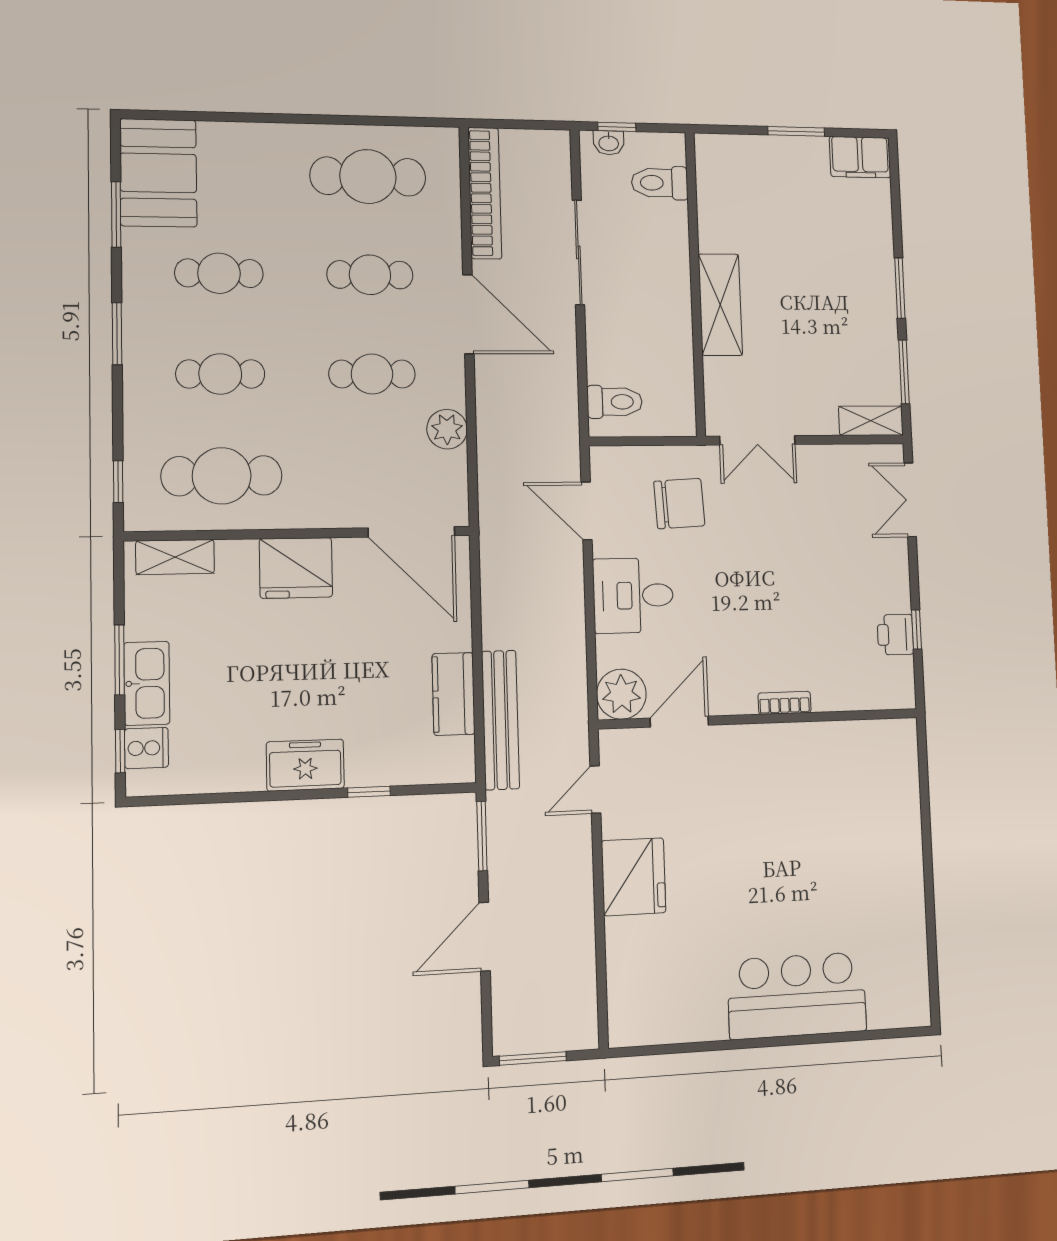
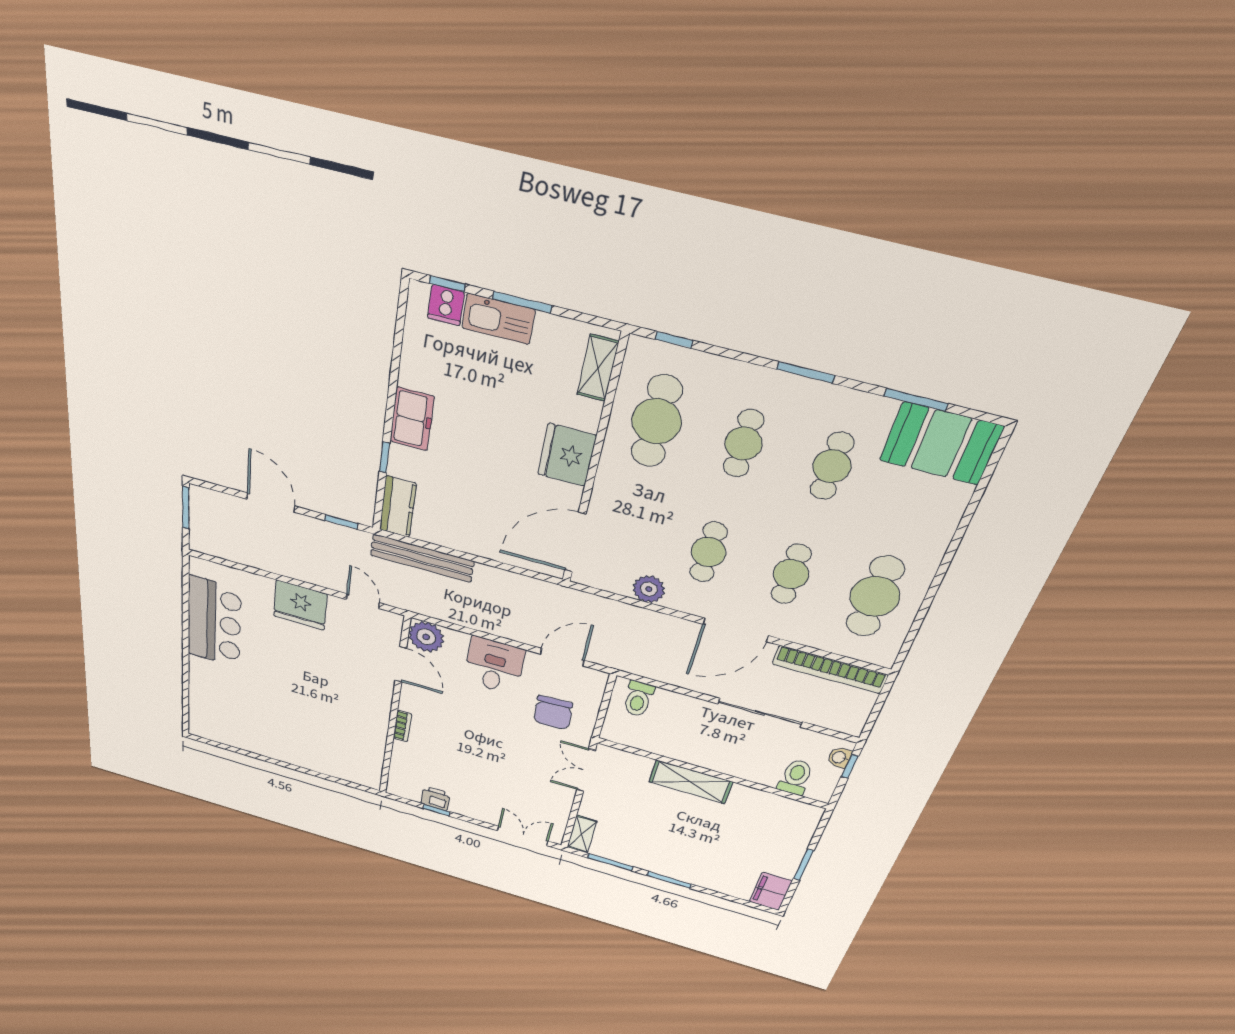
kitchen counter: (454, 694) -> (398, 507), moved, turned 90
window: (482, 836) -> (341, 522), width x0.67
bar counter: (797, 996) -> (214, 622), moved

